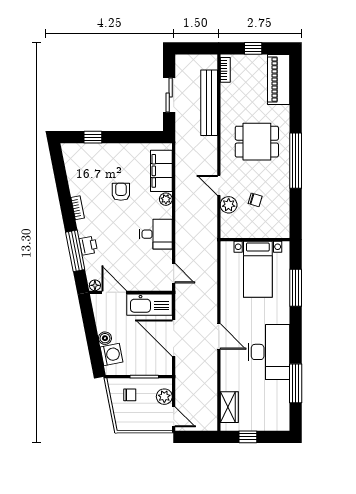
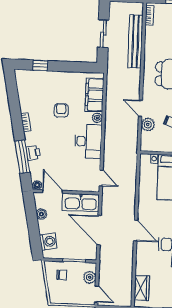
desk: (156, 234) -> (88, 141), width x1.37
boiler: (105, 338) -> (41, 214), moved

